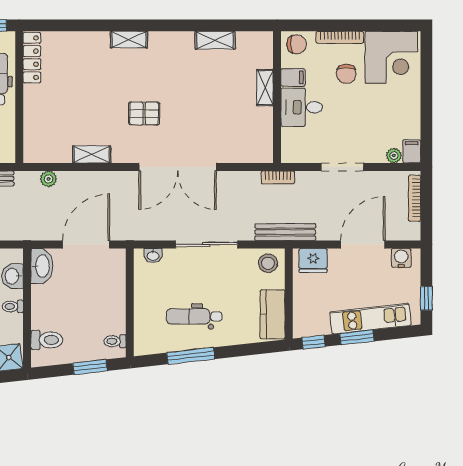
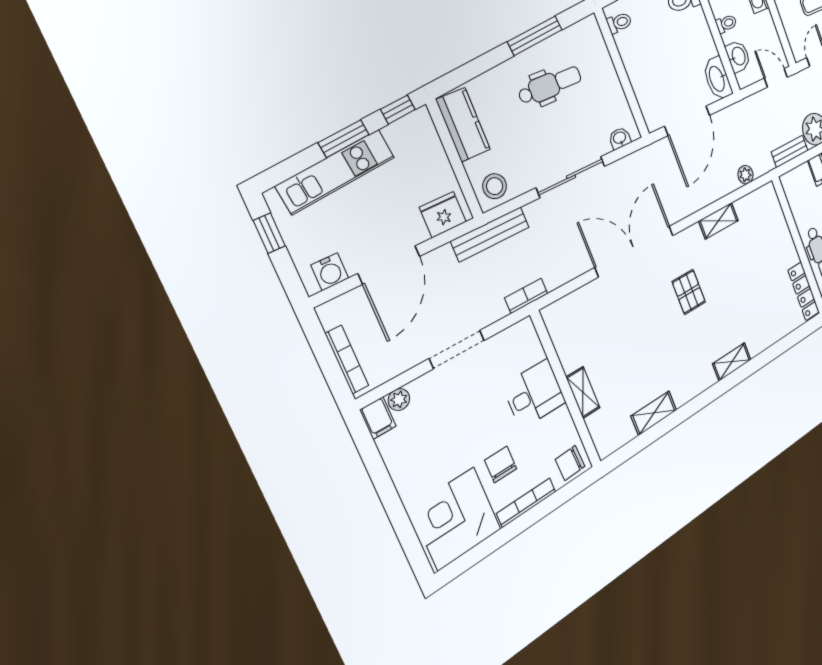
filing cabinet: (293, 77) -> (558, 423), removed
pallet: (144, 113) -> (689, 292), turned 90

